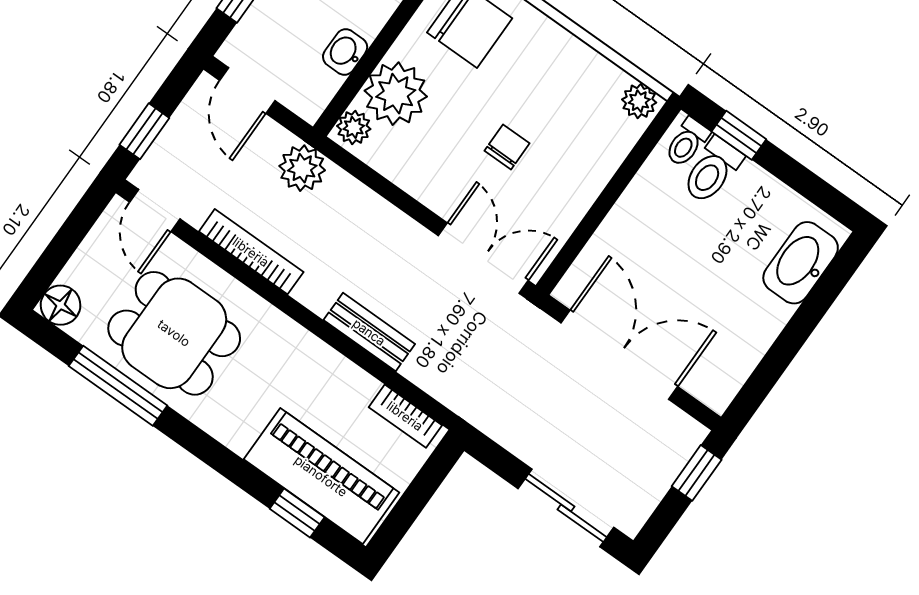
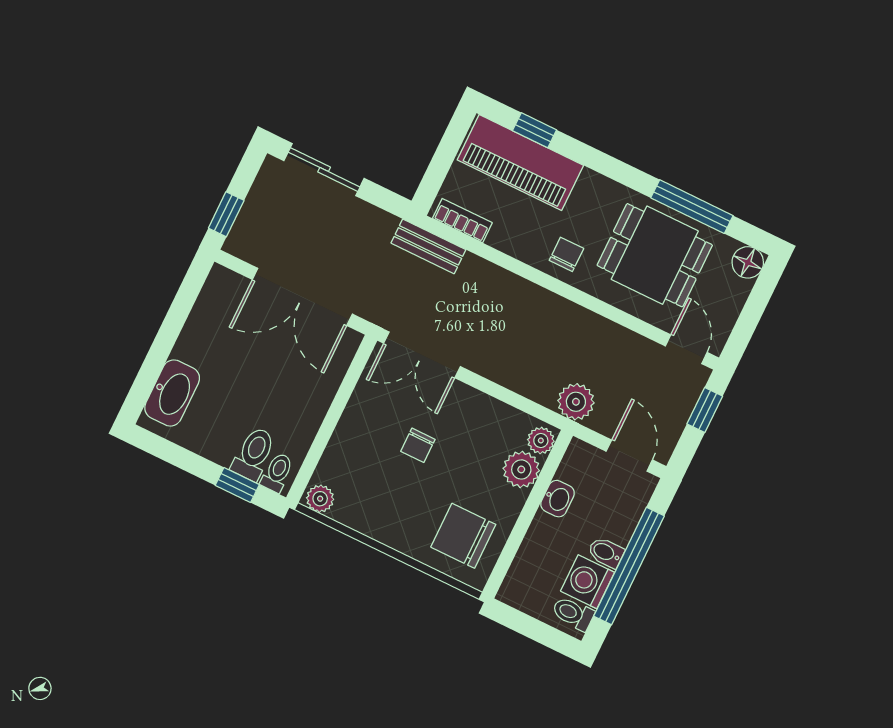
plant: (396, 94) -> (521, 469), width x0.73, depth x0.73
bookcase: (251, 252) -> (605, 329), removed
bench: (369, 332) -> (428, 246), moved
chair: (283, 353) -> (566, 254), added

